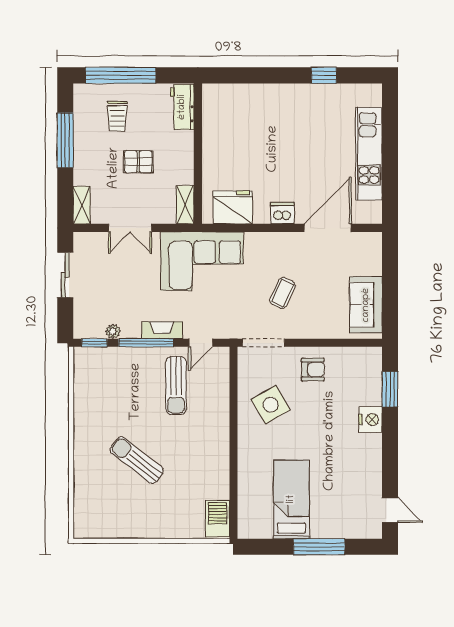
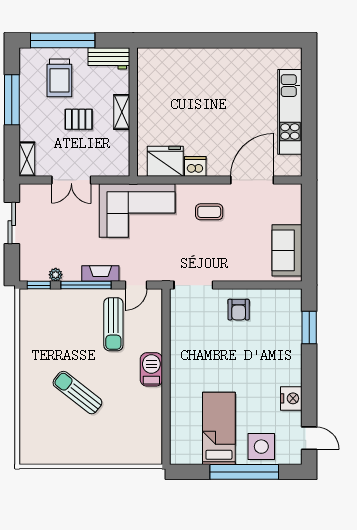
window: (324, 75) -> (249, 40), removed
workbench: (182, 107) -> (109, 58), moved, turned -90
trolley: (117, 116) -> (59, 78), width x1.36, depth x1.39
shelving: (185, 205) -> (122, 112), moved
dishwasher: (282, 213) -> (195, 166), moved
coffee table: (283, 293) -> (209, 212), moved, turned 65
armchair: (313, 370) -> (239, 310), turned 90
side table: (271, 405) -> (261, 447), moved, turned 30
nightstand: (370, 420) -> (291, 398), moved
barbecue: (218, 519) -> (151, 369), moved
window: (319, 547) -> (244, 472), width x1.46

